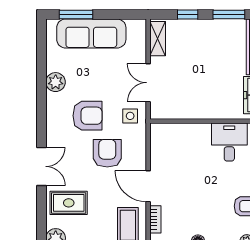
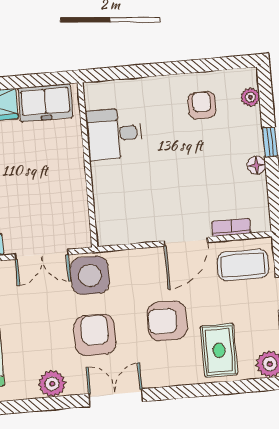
side table: (130, 116) -> (90, 275), width x1.87, depth x1.87
armchair: (107, 153) -> (167, 321), moved
double door: (42, 166) -> (116, 398), moved

